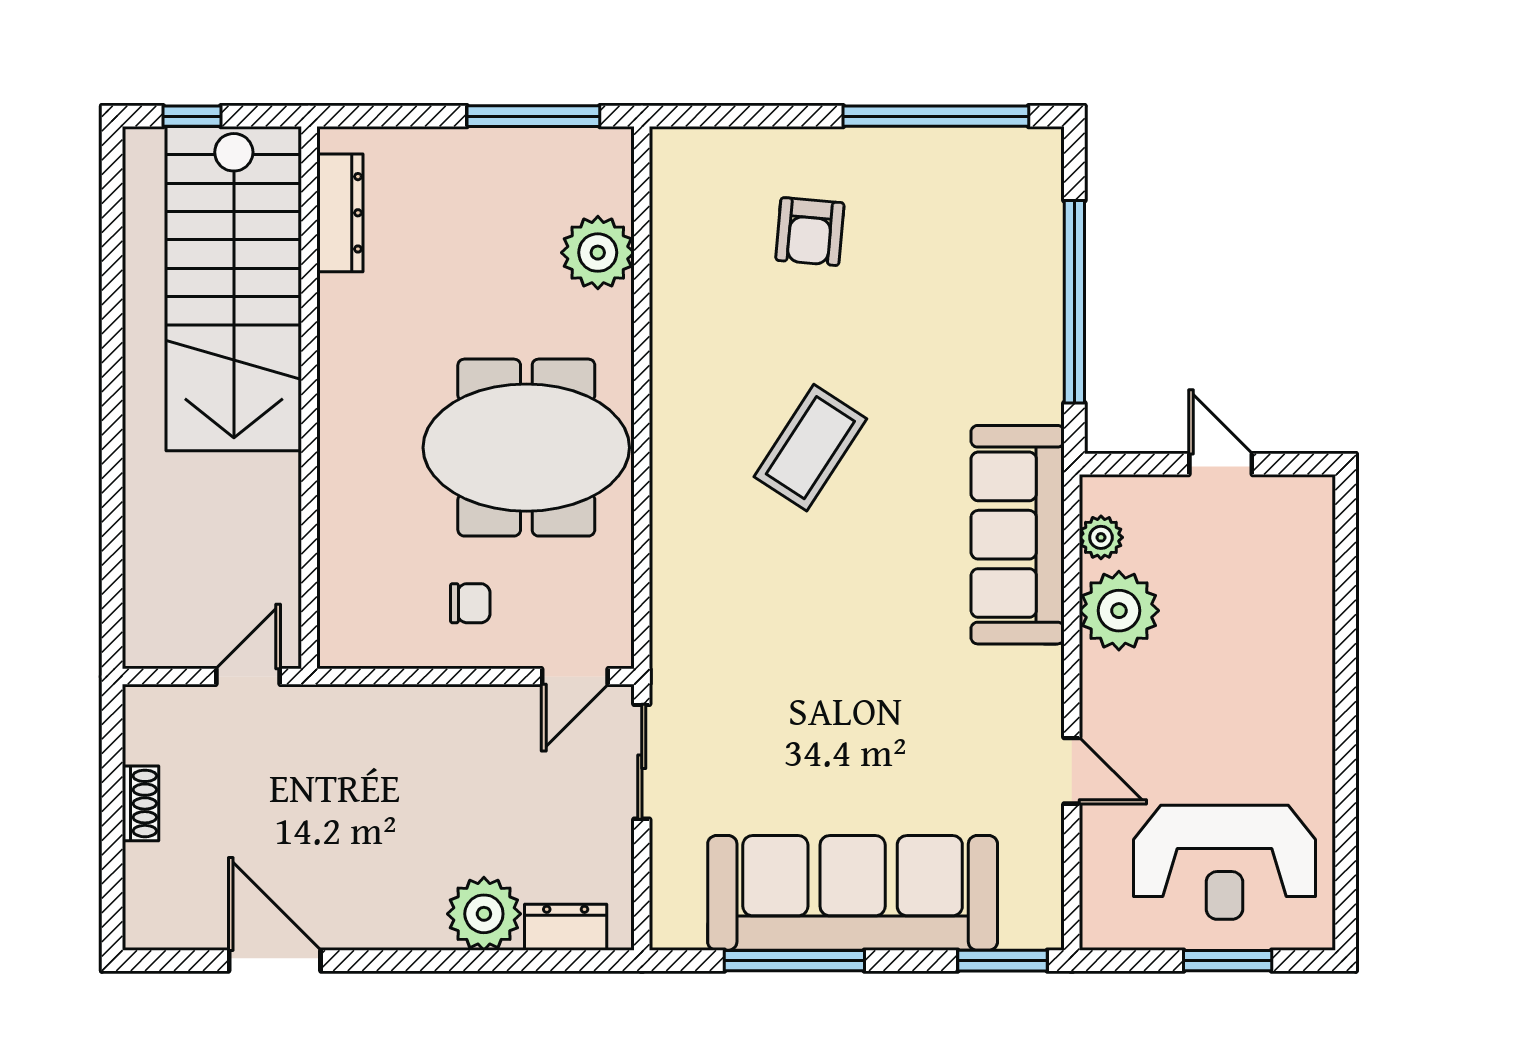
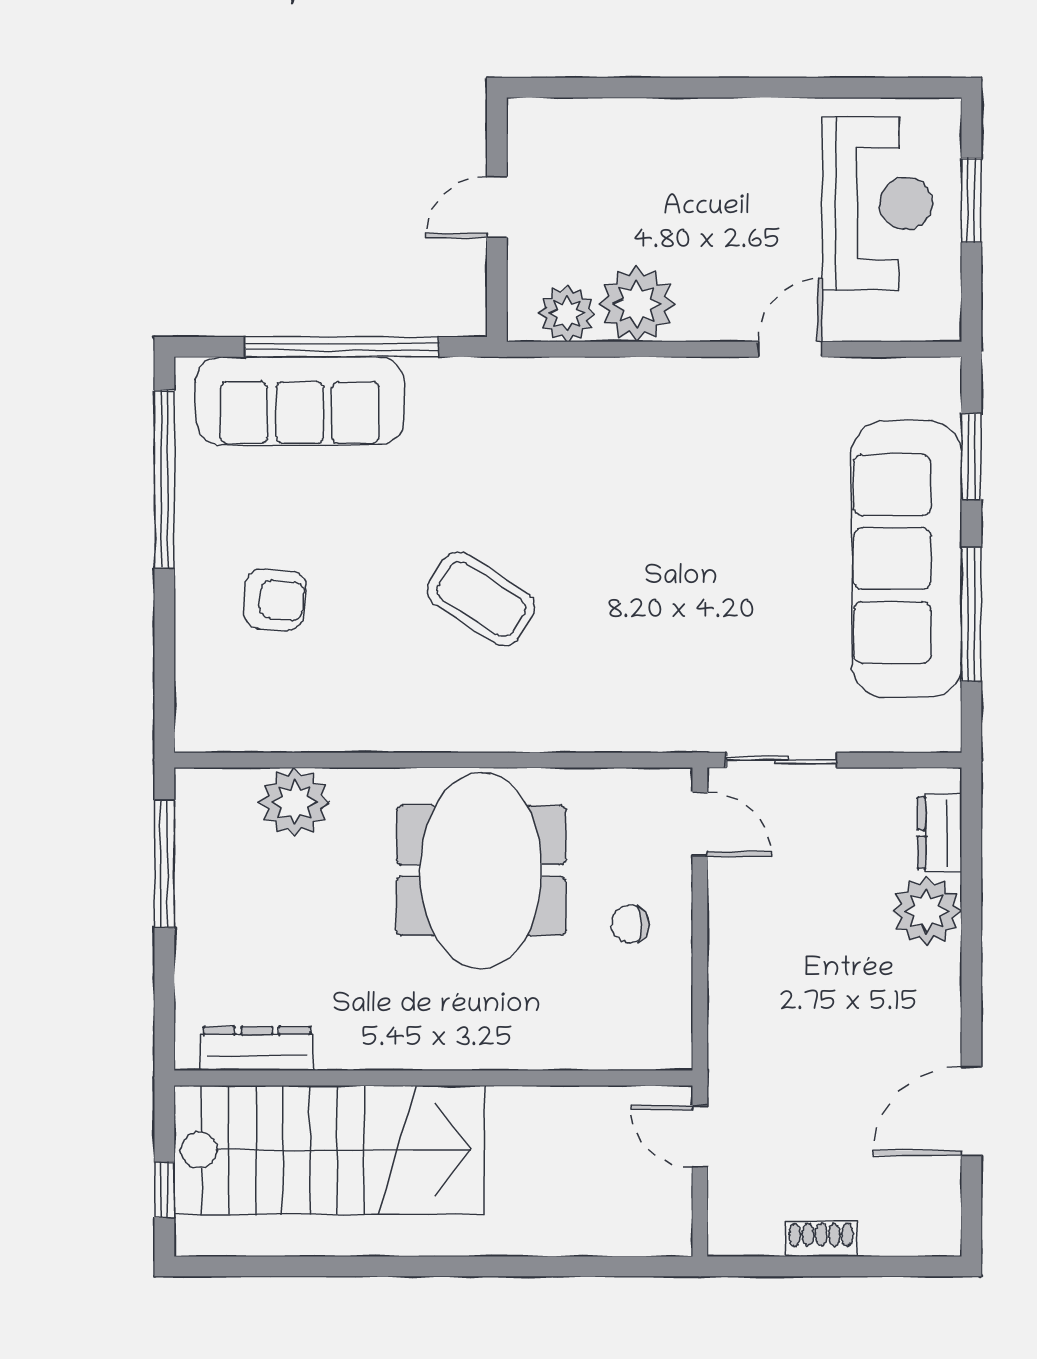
sofa: (1018, 535) -> (300, 401), moved
plant: (1101, 537) -> (567, 314), width x1.38, depth x1.38
chair: (470, 603) -> (630, 924), turned -90
window: (1003, 961) -> (971, 457), moved

